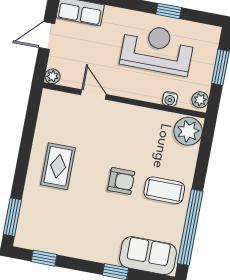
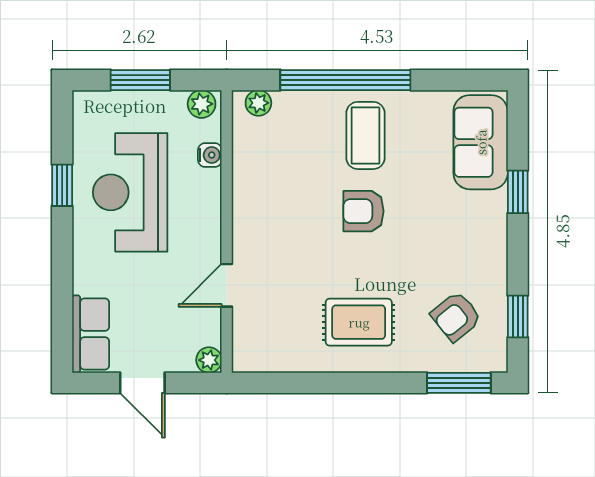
plant: (188, 131) -> (258, 103), width x0.53, depth x0.53
armchair: (121, 181) -> (363, 211), turned -90
armchair: (51, 223) -> (456, 317), added
window: (190, 227) -> (345, 80), moved

